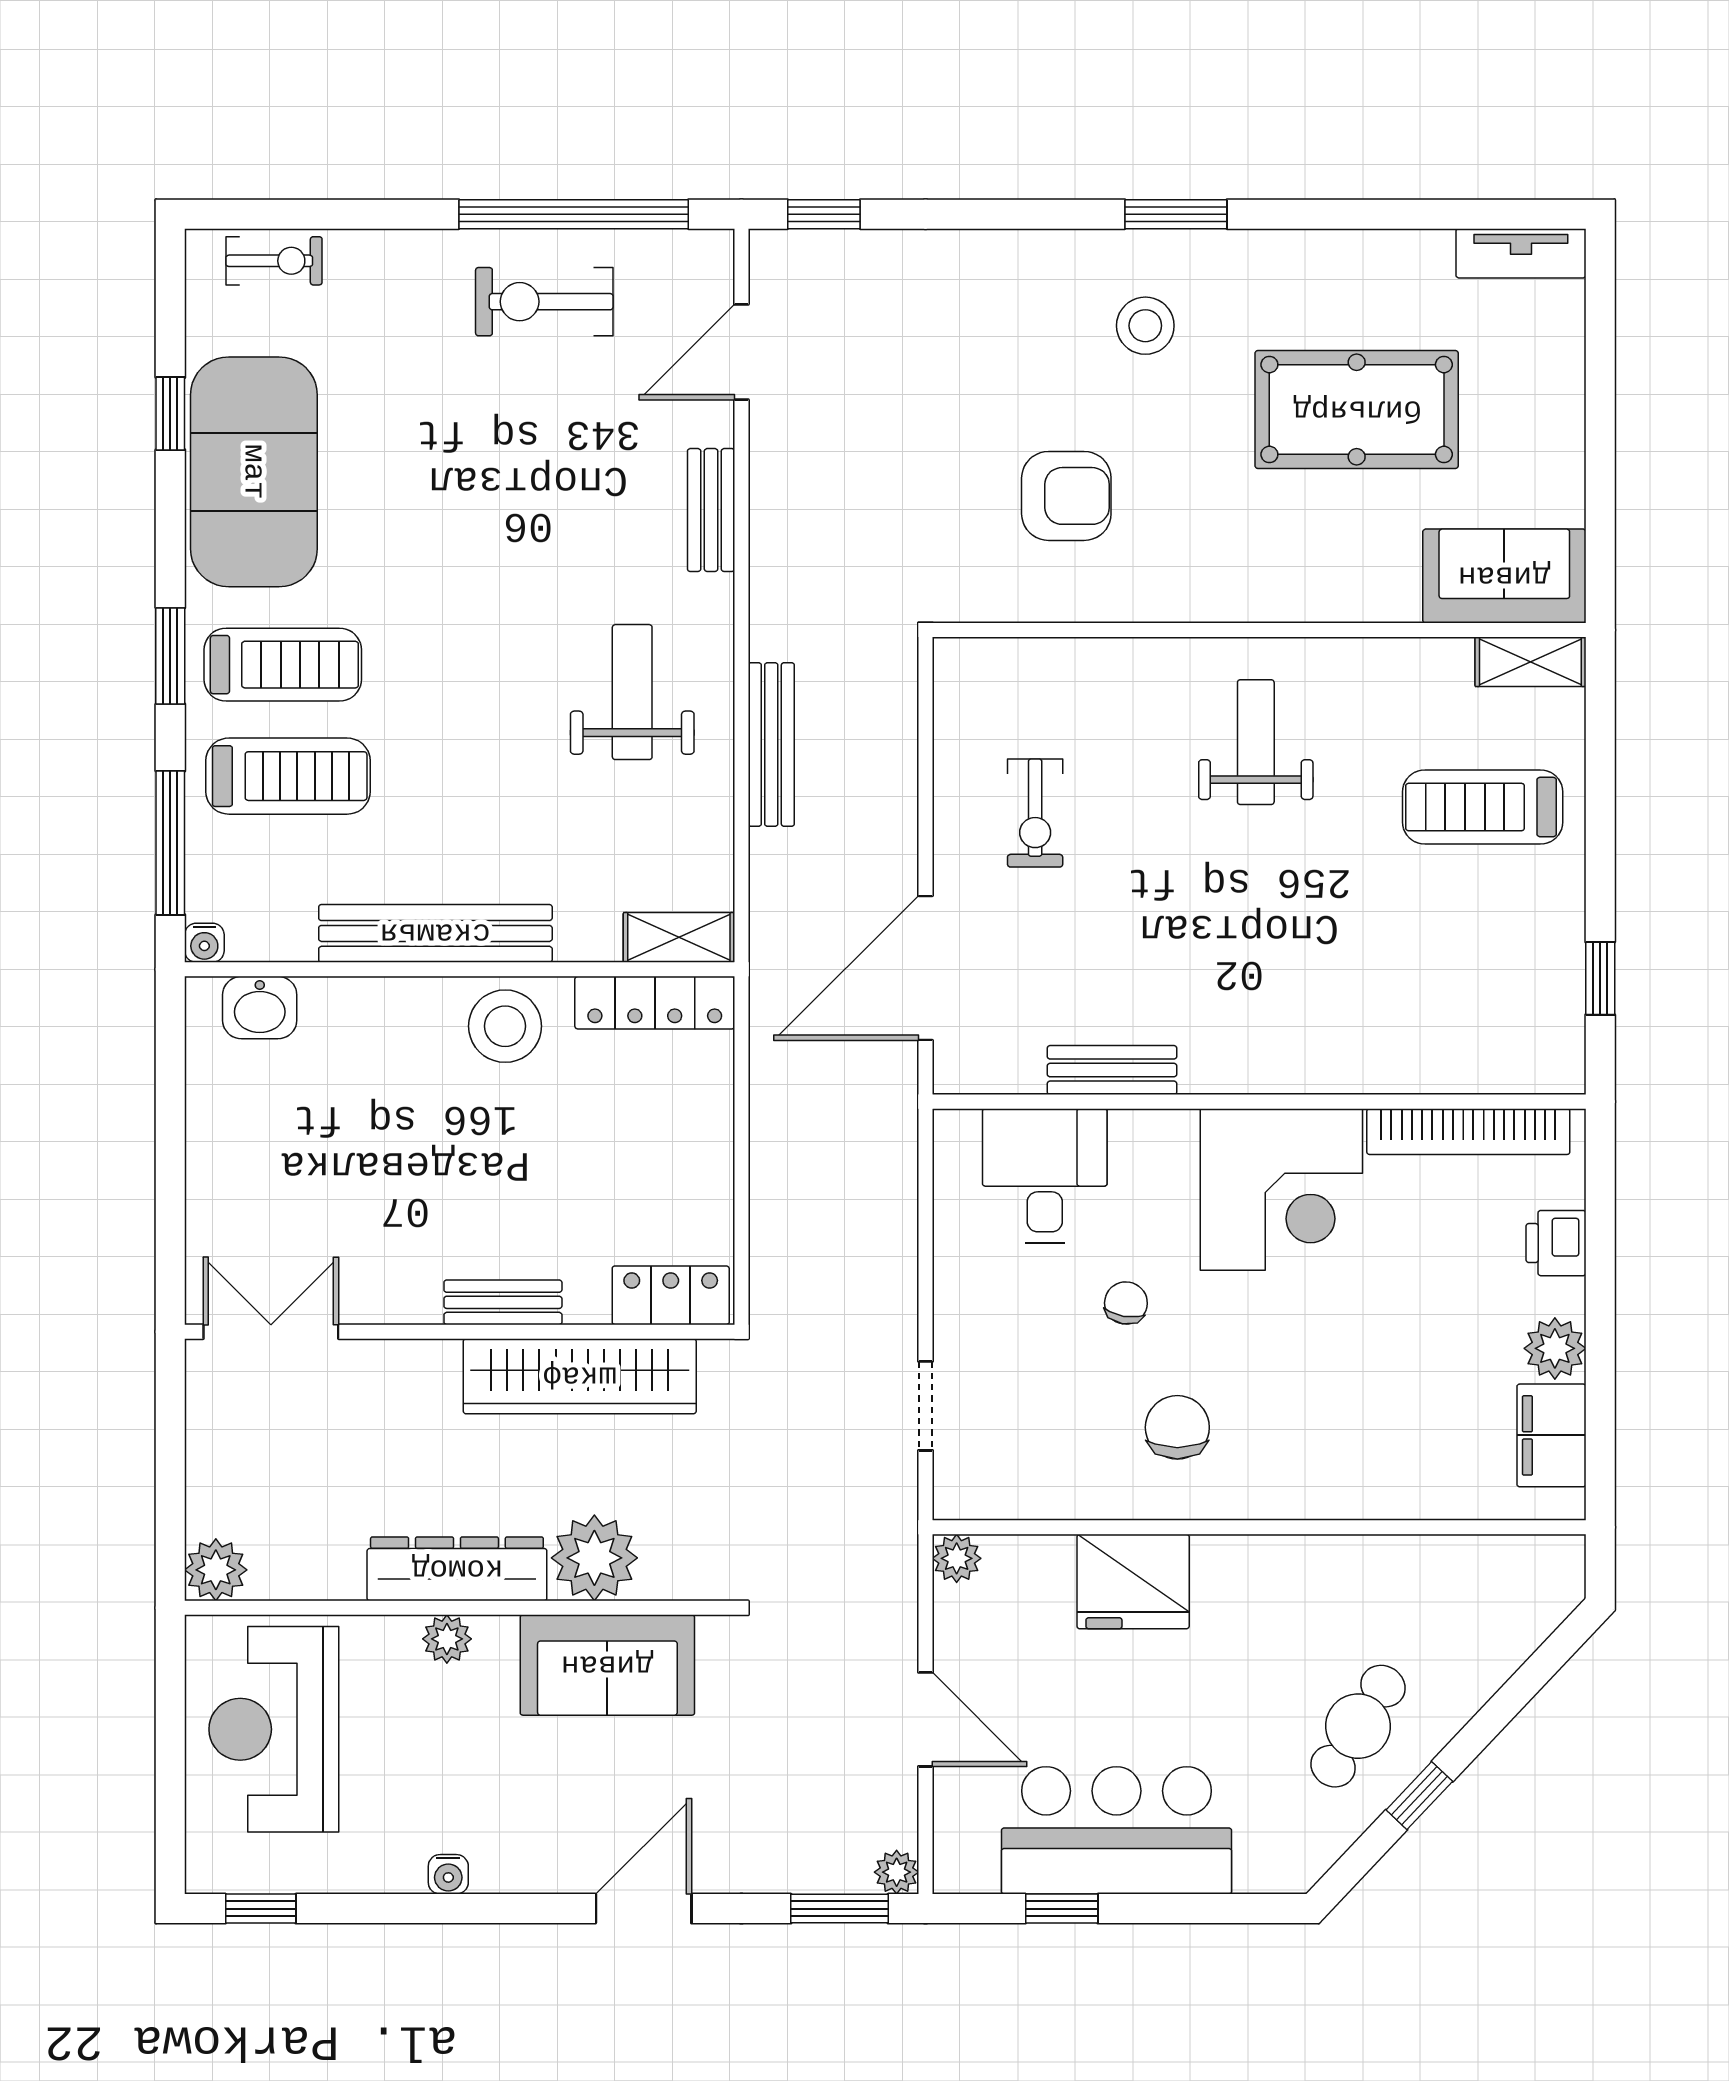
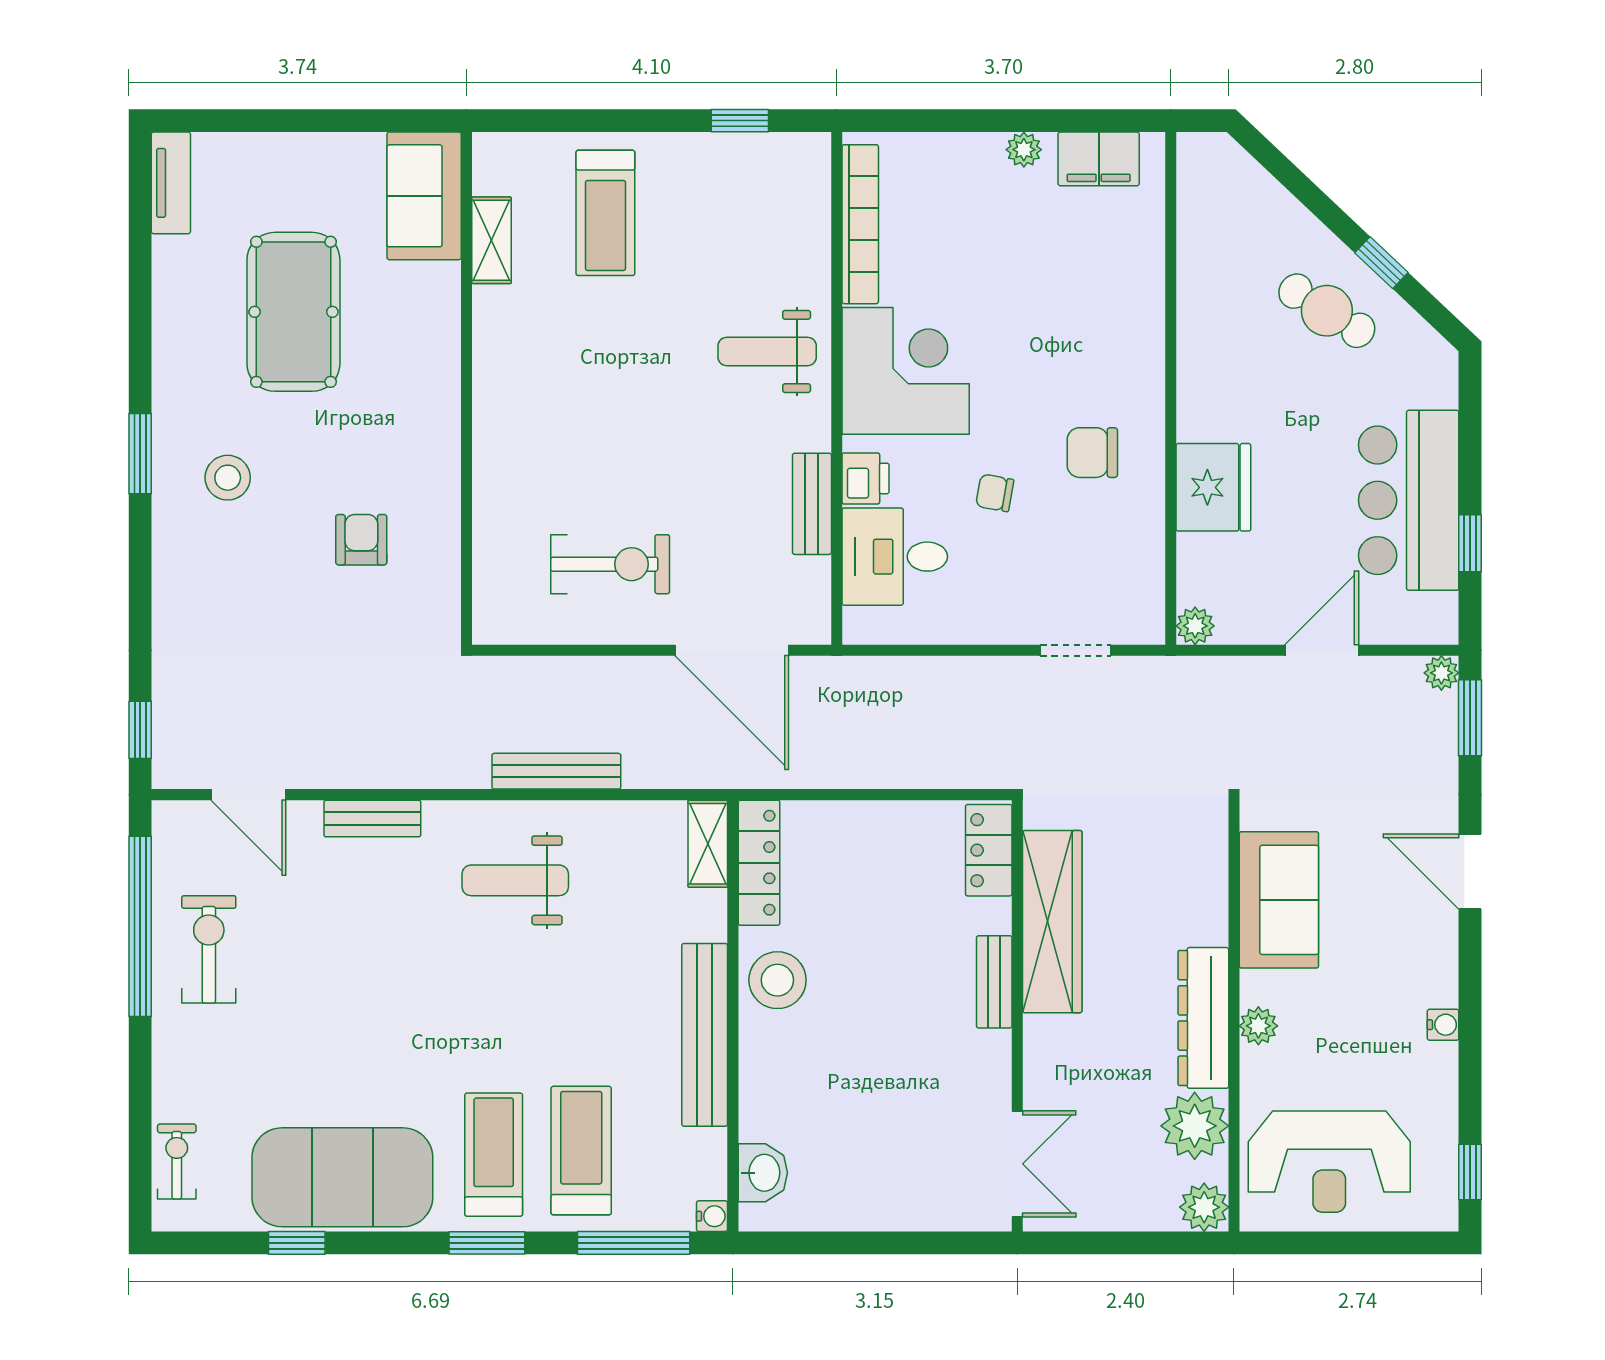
exercise bike: (544, 302) -> (209, 949), turned 180
armchair: (1066, 496) -> (361, 540), width x0.72, depth x0.72
shelving: (1530, 662) -> (491, 240), moved
weight bench: (1256, 742) -> (767, 351), moved
exercise bike: (1035, 813) -> (610, 564), width x1.38, depth x1.39
printer: (1556, 1243) -> (865, 478), moved, turned -90
double door: (271, 1332) -> (1017, 1164), swing flipped
plant: (1555, 1348) -> (1024, 150), width x0.73, depth x0.73
plant: (594, 1558) -> (1195, 1126), moved

